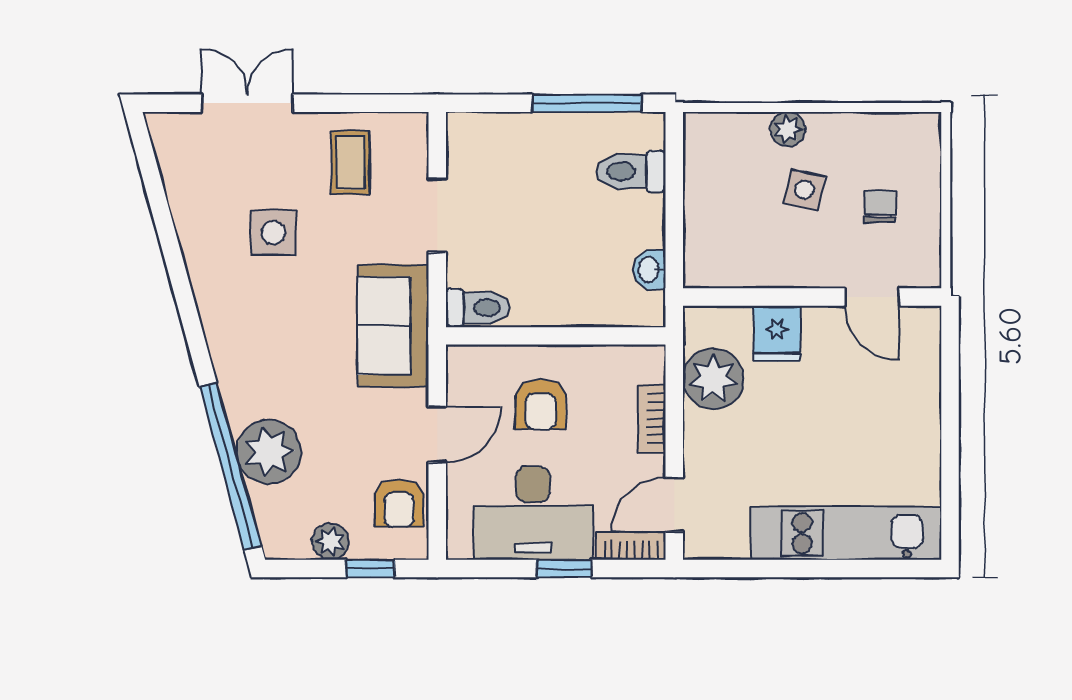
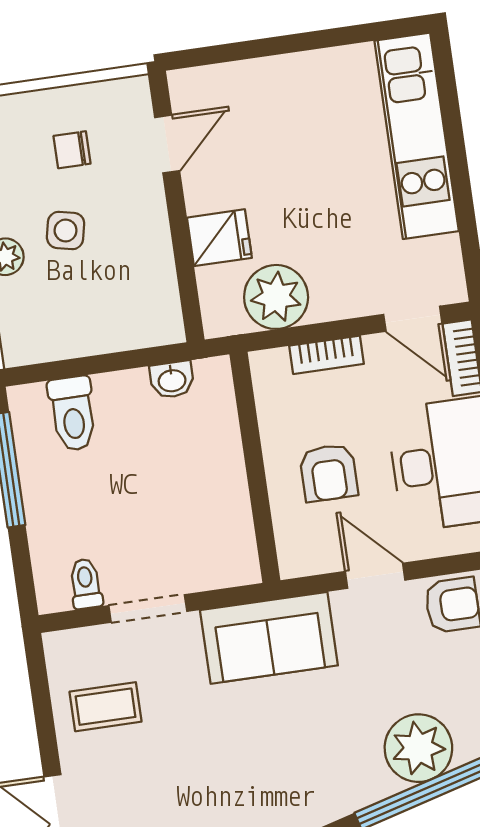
side table: (273, 233) -> (190, 776), removed
toilet: (478, 308) -> (86, 584), moved, width x0.73, depth x0.72
armchair: (541, 404) -> (329, 473), turned 90

